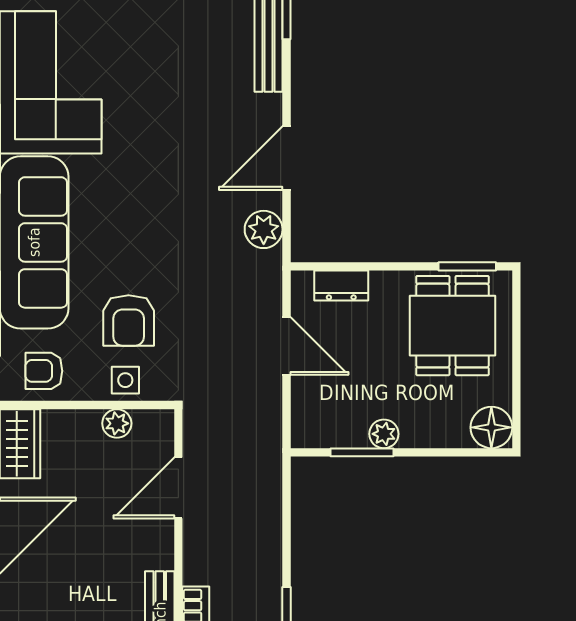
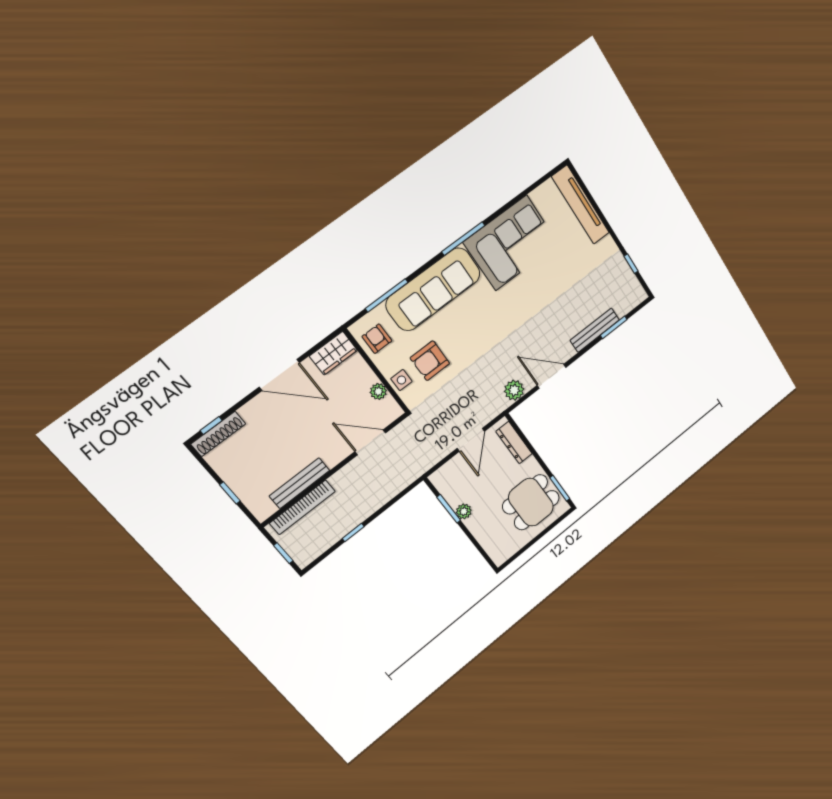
dresser: (341, 286) -> (514, 443), width x1.44
floor lamp: (491, 427) -> (500, 553), removed

